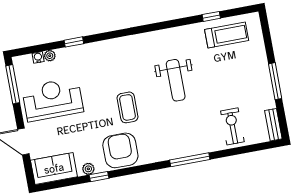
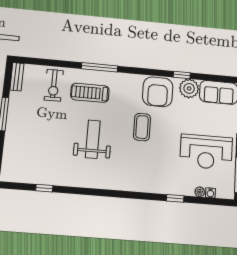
treadmill: (227, 35) -> (90, 93), moved
plant: (88, 169) -> (189, 88), width x1.88, depth x1.88

